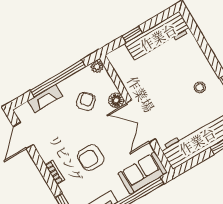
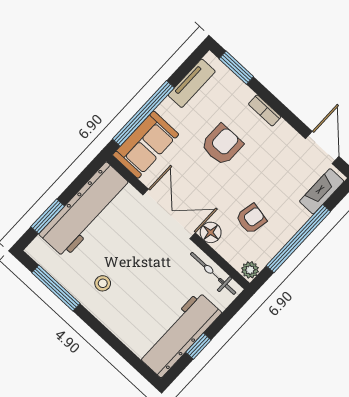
window: (132, 34) -> (198, 346), moved
bicycle: (123, 72) -> (213, 273), added
fireplace: (45, 98) -> (322, 191), moved
armchair: (86, 101) -> (251, 219), turned -128

